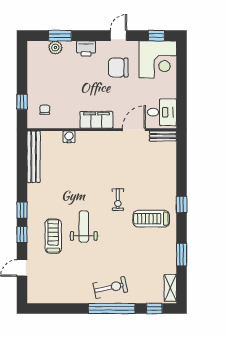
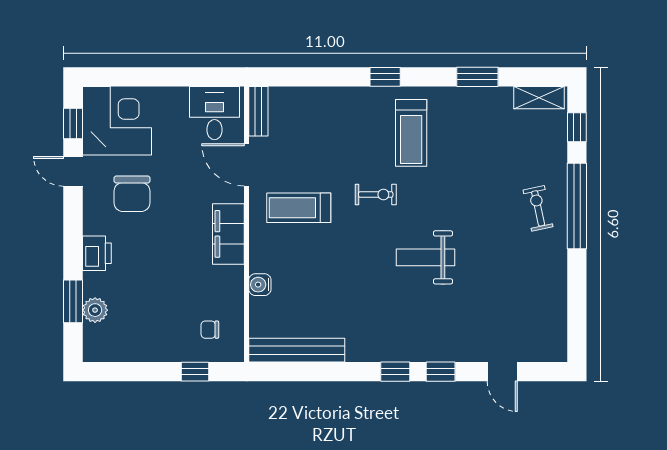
door: (118, 36) -> (73, 171), moved
treadmill: (53, 236) -> (299, 208), moved
exercise bike: (110, 287) -> (538, 208), width x0.73, depth x0.72

